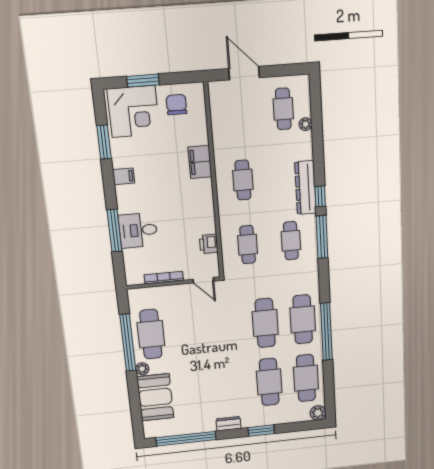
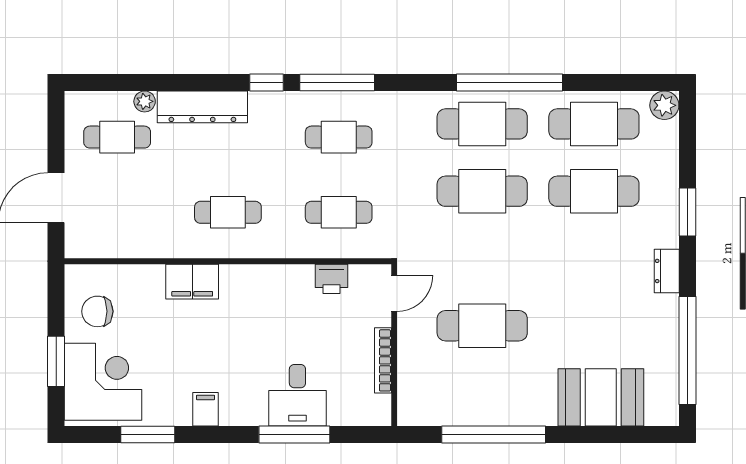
dresser: (305, 188) -> (202, 107), moved
cafe table: (151, 334) -> (482, 326), moved
plant: (142, 369) -> (544, 415), removed

